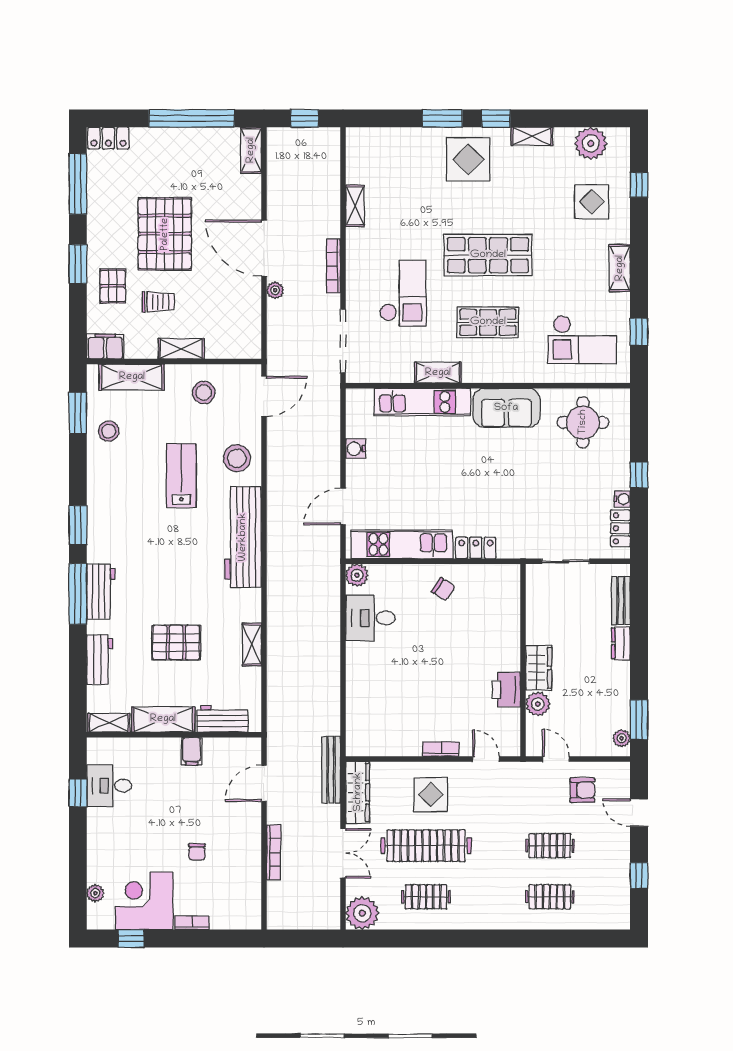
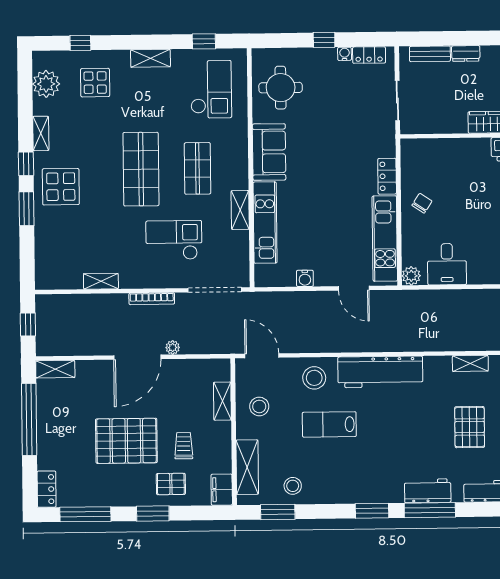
shelving: (181, 349) -> (222, 401), moved

